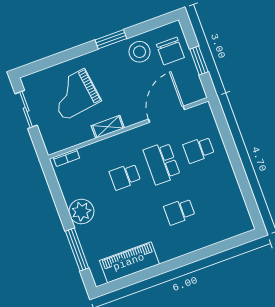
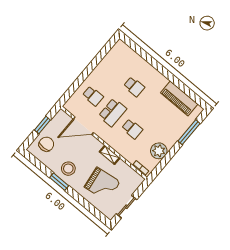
stool: (140, 52) -> (68, 169), moved
plant: (81, 211) -> (159, 151), moved

